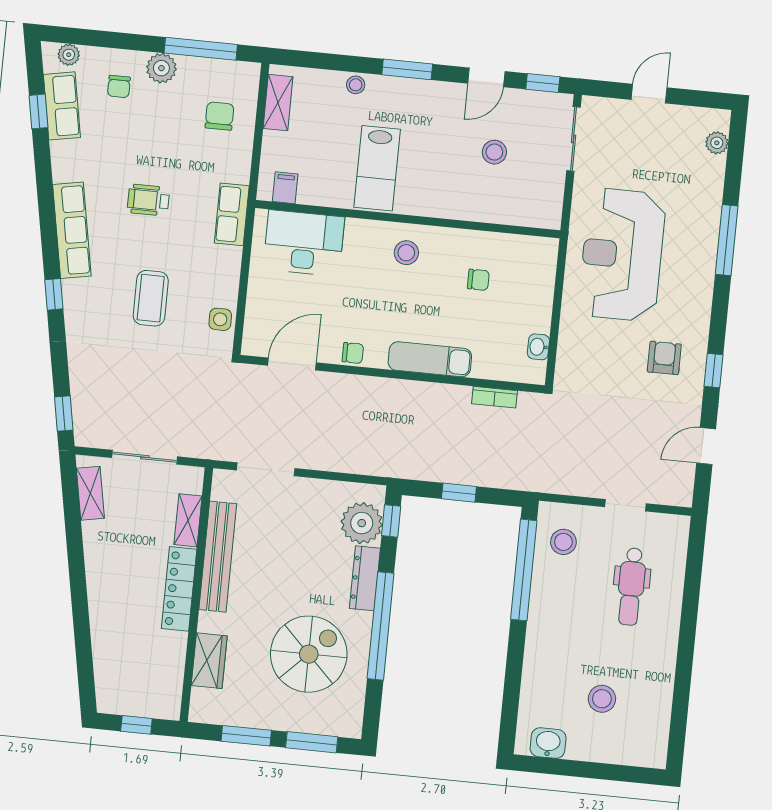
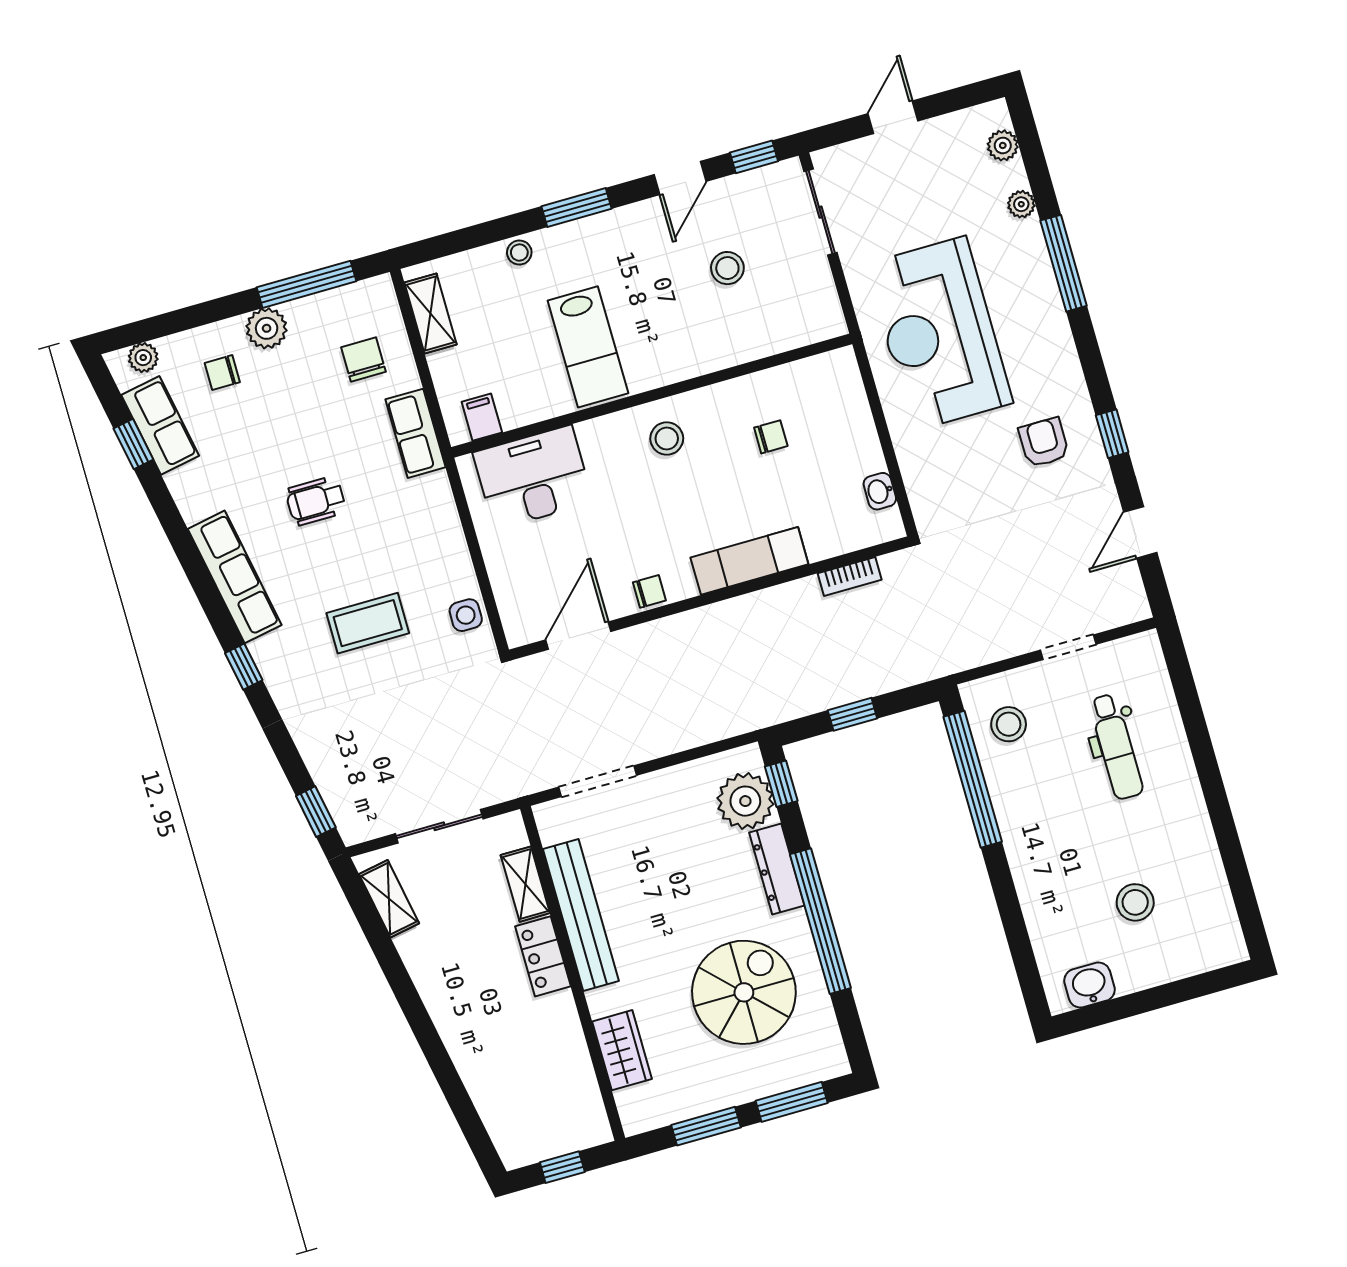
chair: (119, 87) -> (222, 373), turned 90
plant: (714, 188) -> (1021, 204), added
row of seats: (232, 214) -> (416, 433), moved
coffee table: (151, 298) -> (368, 623), turned 90
locker: (179, 589) -> (543, 956), width x0.66

